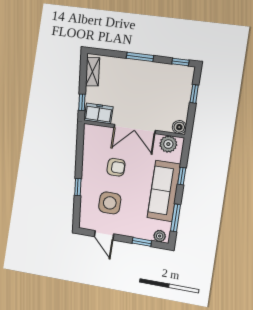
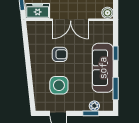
plant: (168, 144) -> (101, 28), removed
window: (78, 187) -> (29, 76), removed
plant: (160, 236) -> (94, 106), moved

